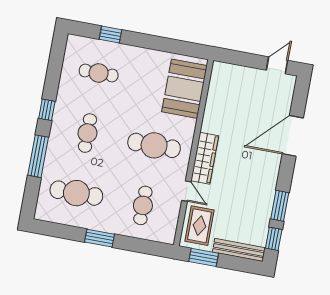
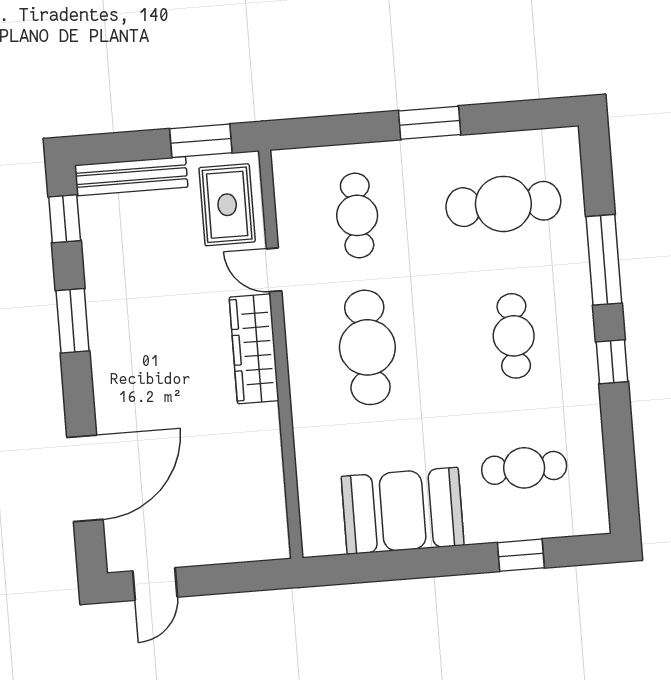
booth: (184, 89) -> (403, 511), moved, turned 90
door: (293, 136) -> (85, 478), moved
cafe table: (154, 145) -> (367, 347), turned 90
window: (280, 206) -> (73, 321), moved

